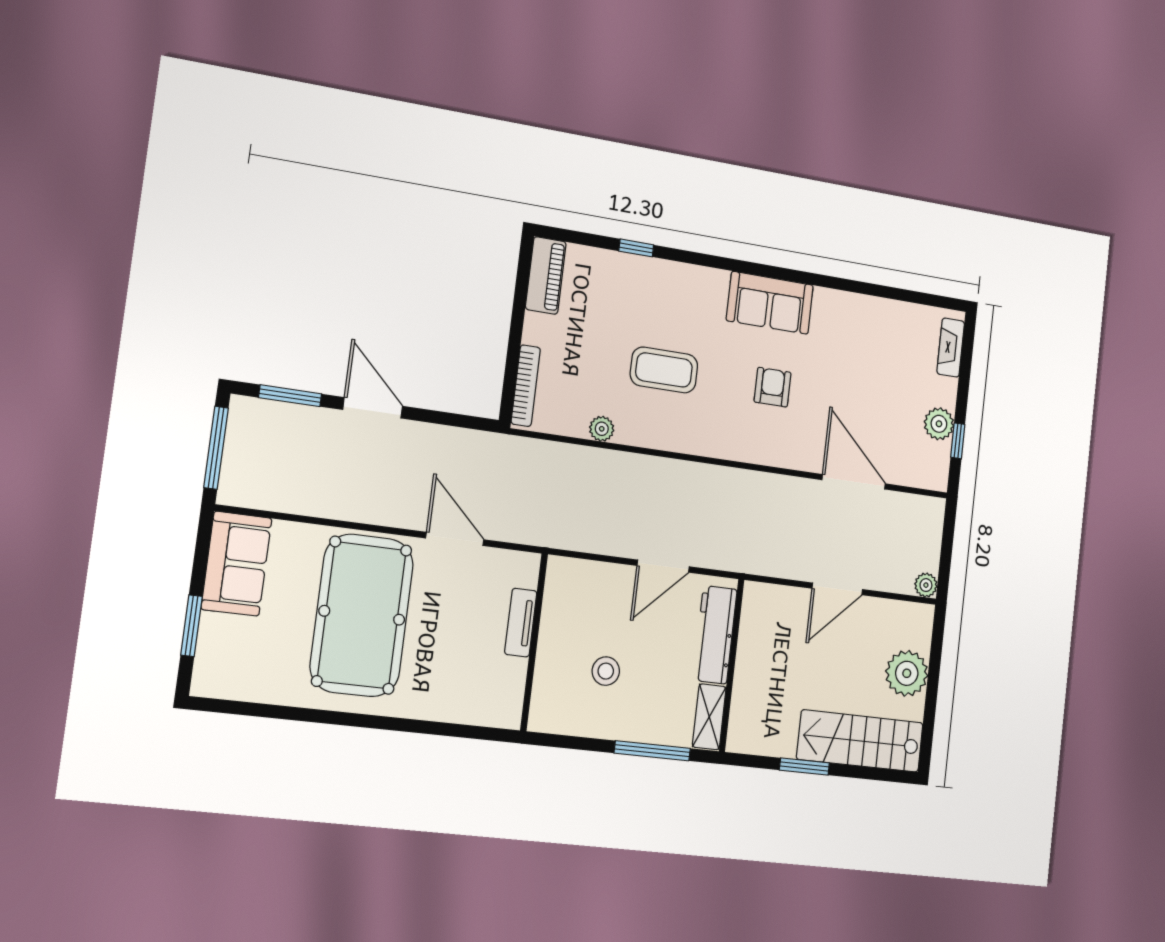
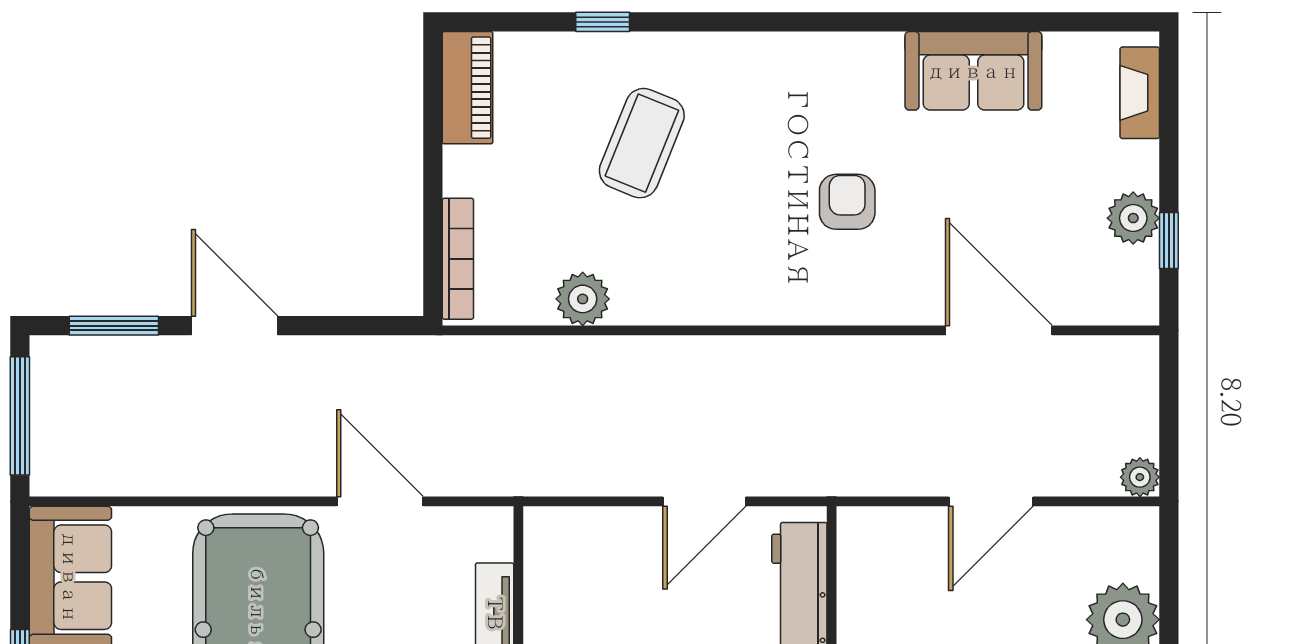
sofa: (770, 303) -> (973, 71), moved
coffee table: (664, 370) -> (642, 143), moved, turned -68
plant: (602, 429) -> (583, 299), width x1.38, depth x1.38

